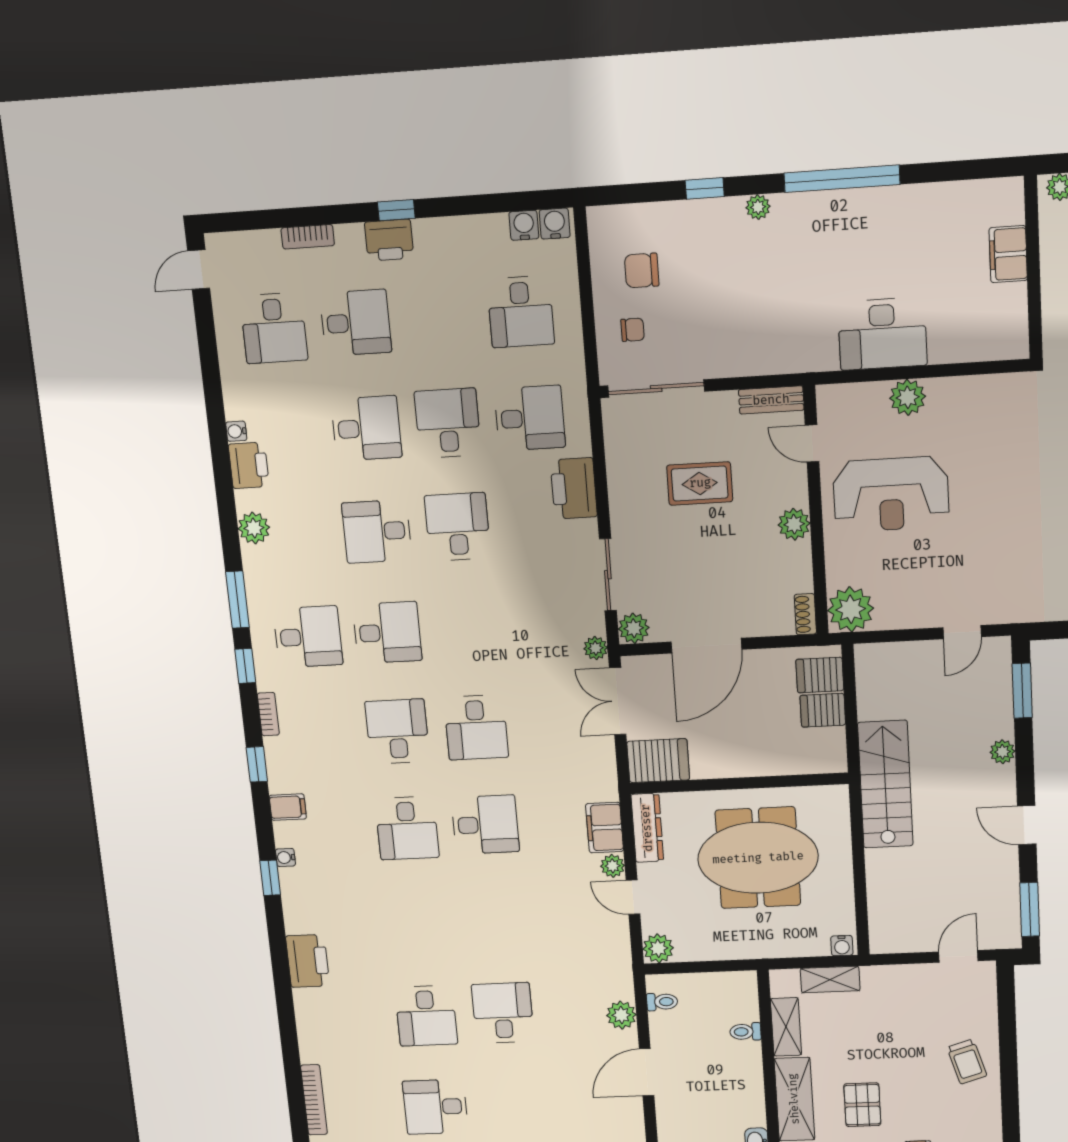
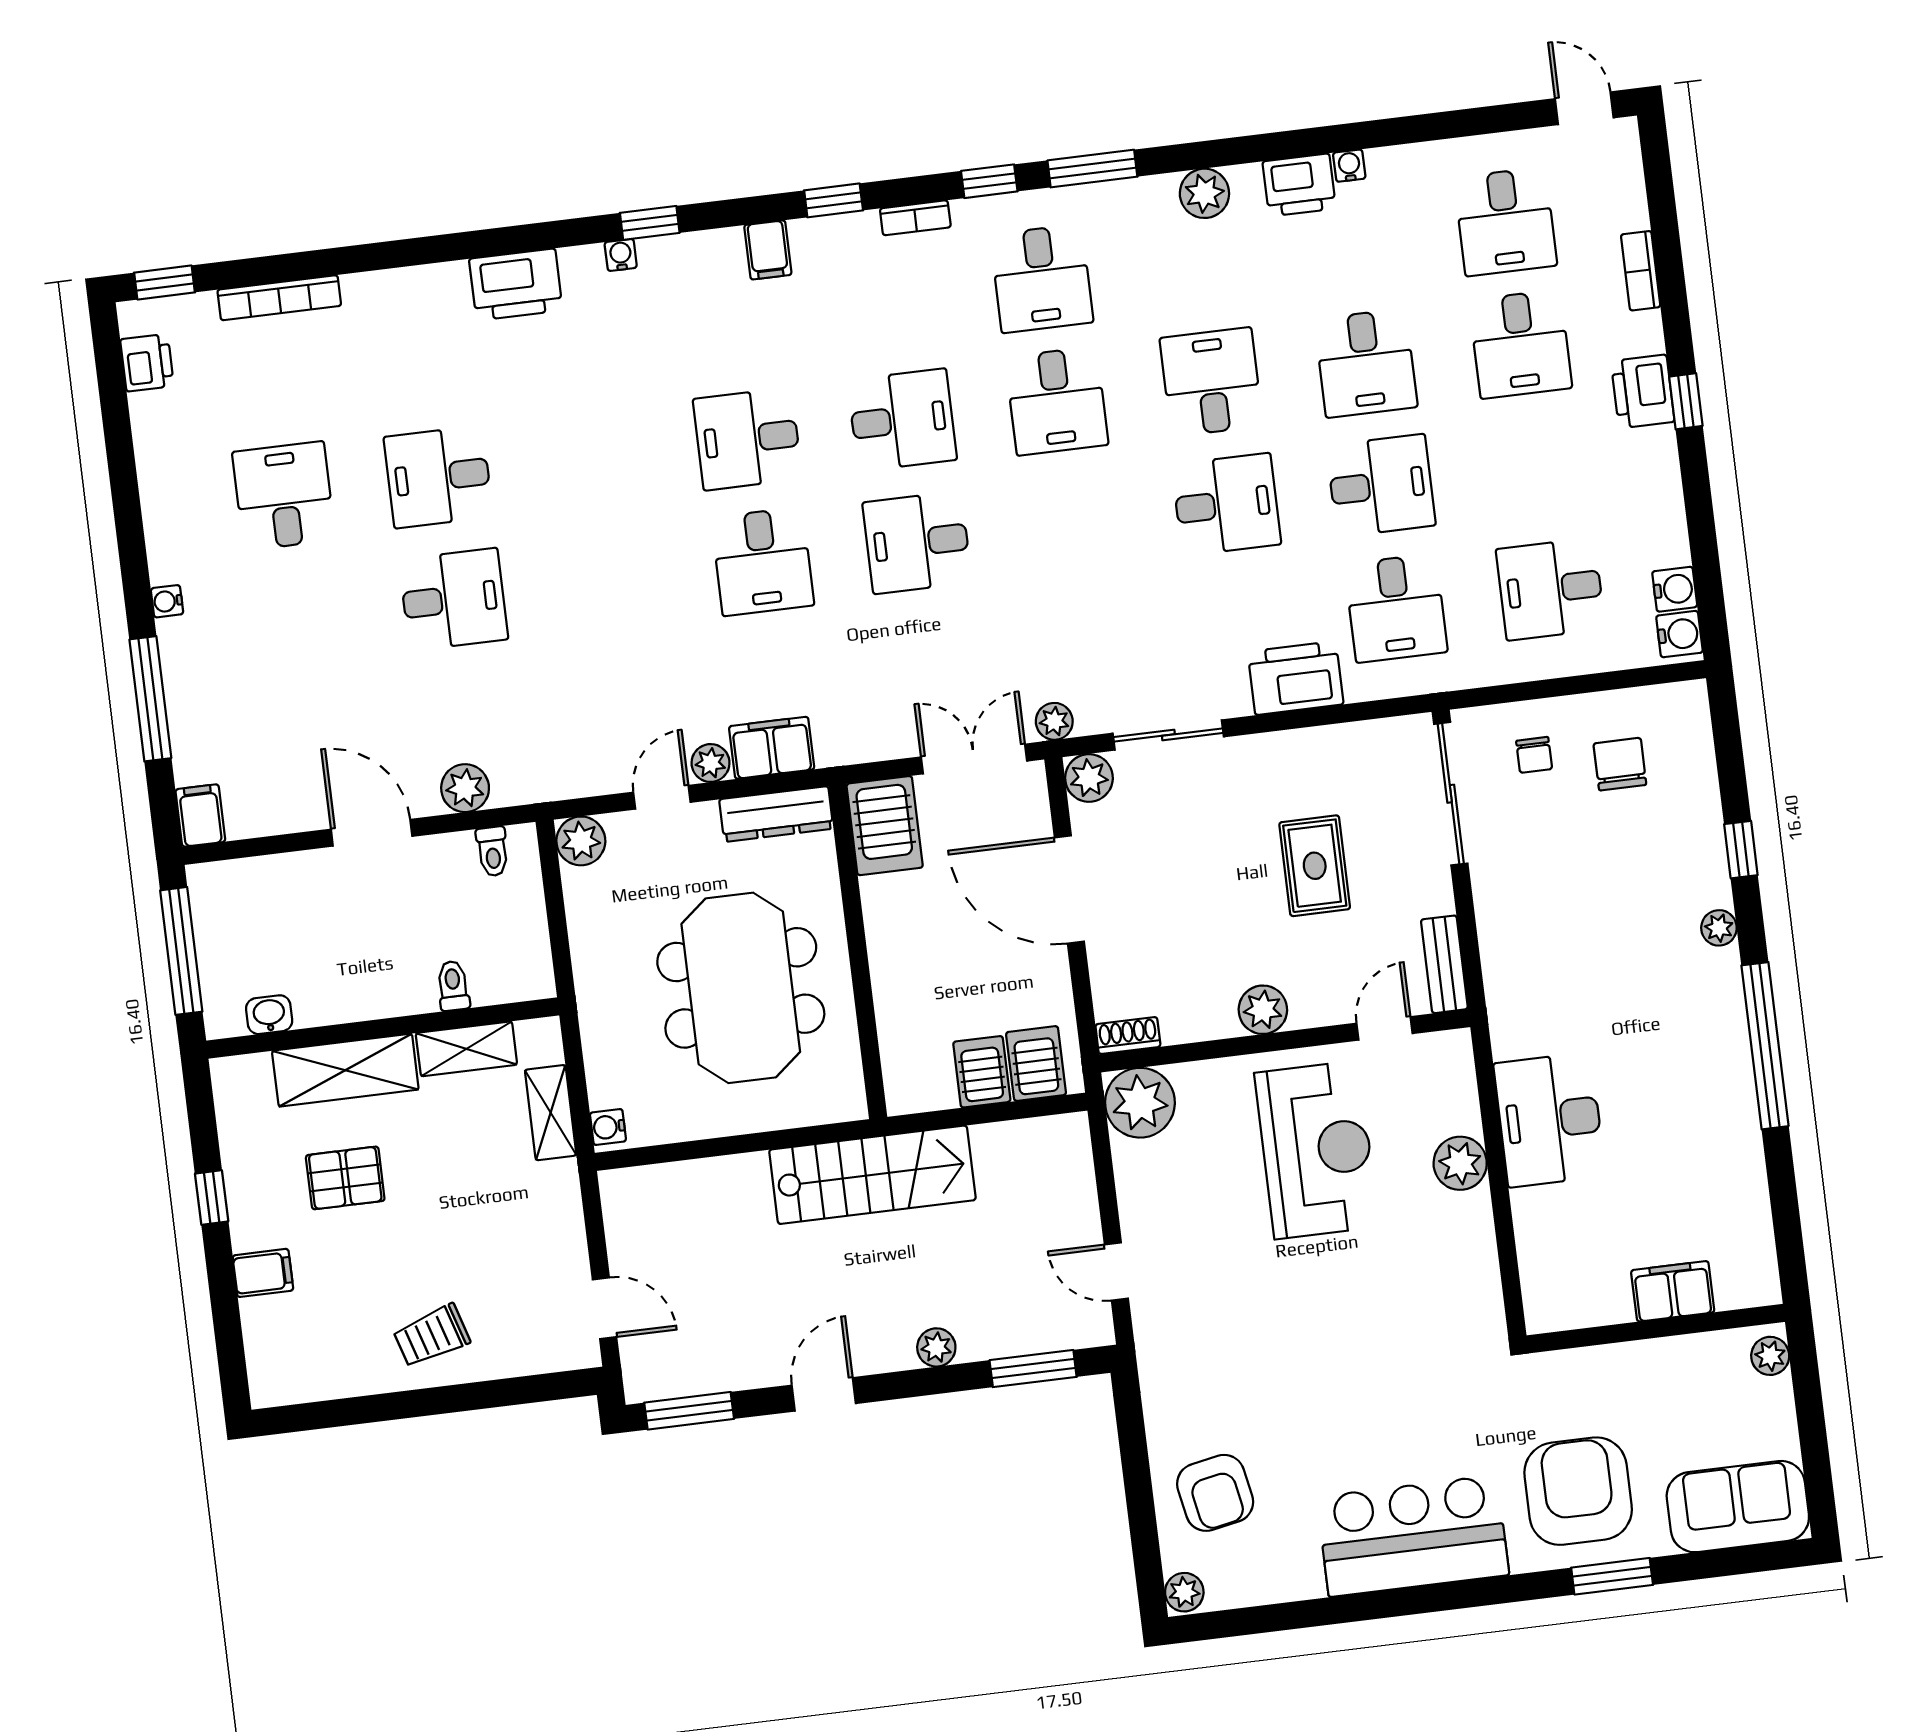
desk: (274, 328) -> (1505, 222), turned -90
reception desk: (891, 494) -> (1317, 1150), turned 180
water cooler: (285, 857) -> (621, 255), moved

